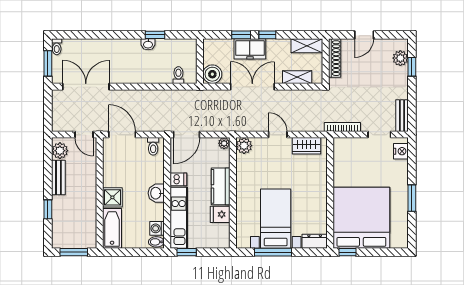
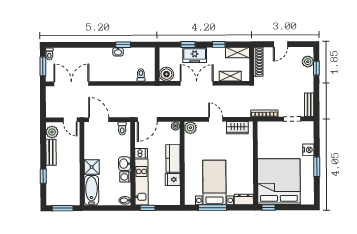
window: (267, 35) -> (219, 44), moved
nightstand: (401, 151) -> (308, 150), moved
washing machine: (157, 228) -> (125, 177), moved

